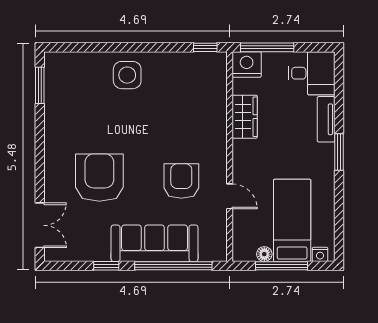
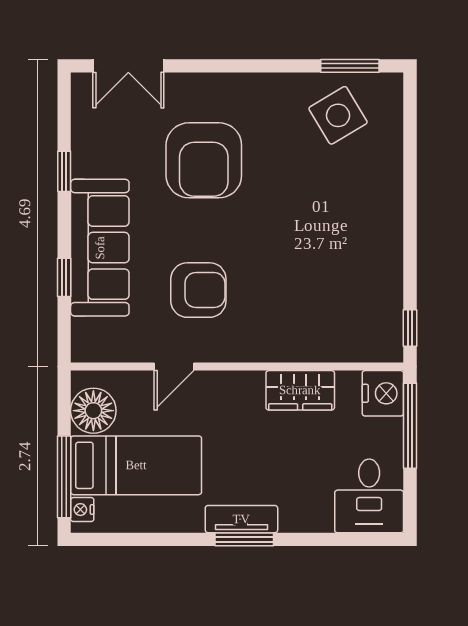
side table: (127, 75) -> (338, 115), moved, turned -31
tv unit: (326, 119) -> (241, 519), moved
armchair: (99, 178) -> (204, 160), turned 90
floor lamp: (264, 254) -> (93, 411), width x1.89, depth x1.89
window: (173, 266) -> (64, 277), width x0.32
window: (281, 266) -> (64, 477), moved

